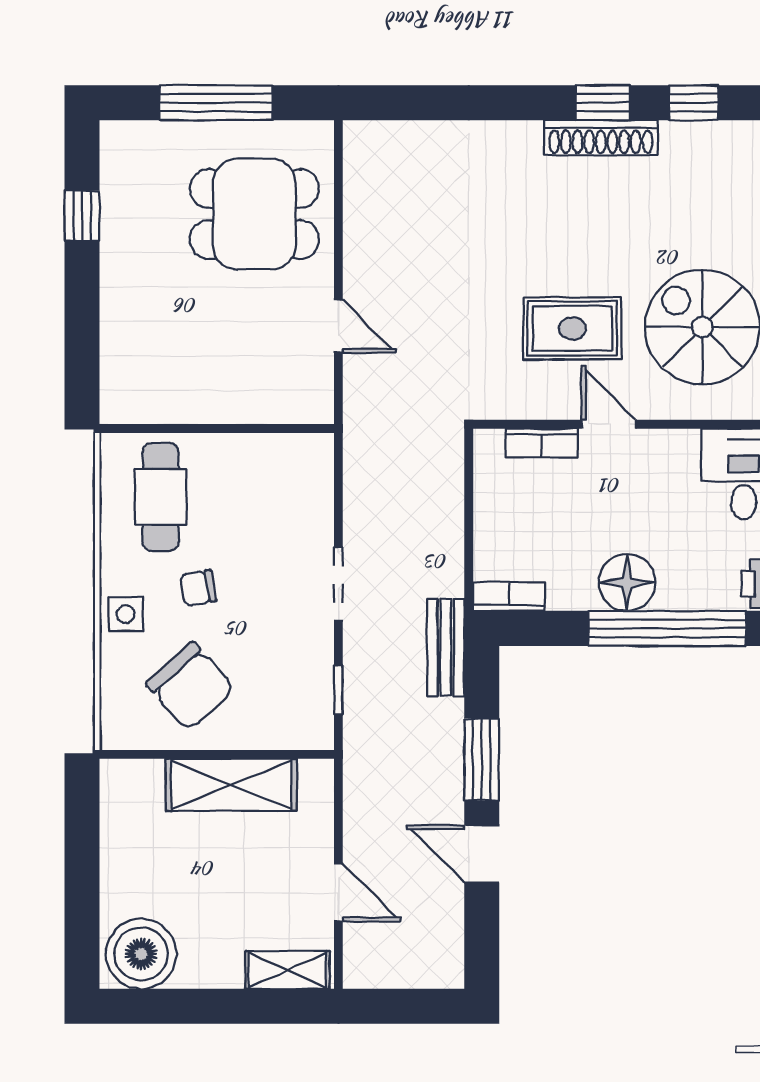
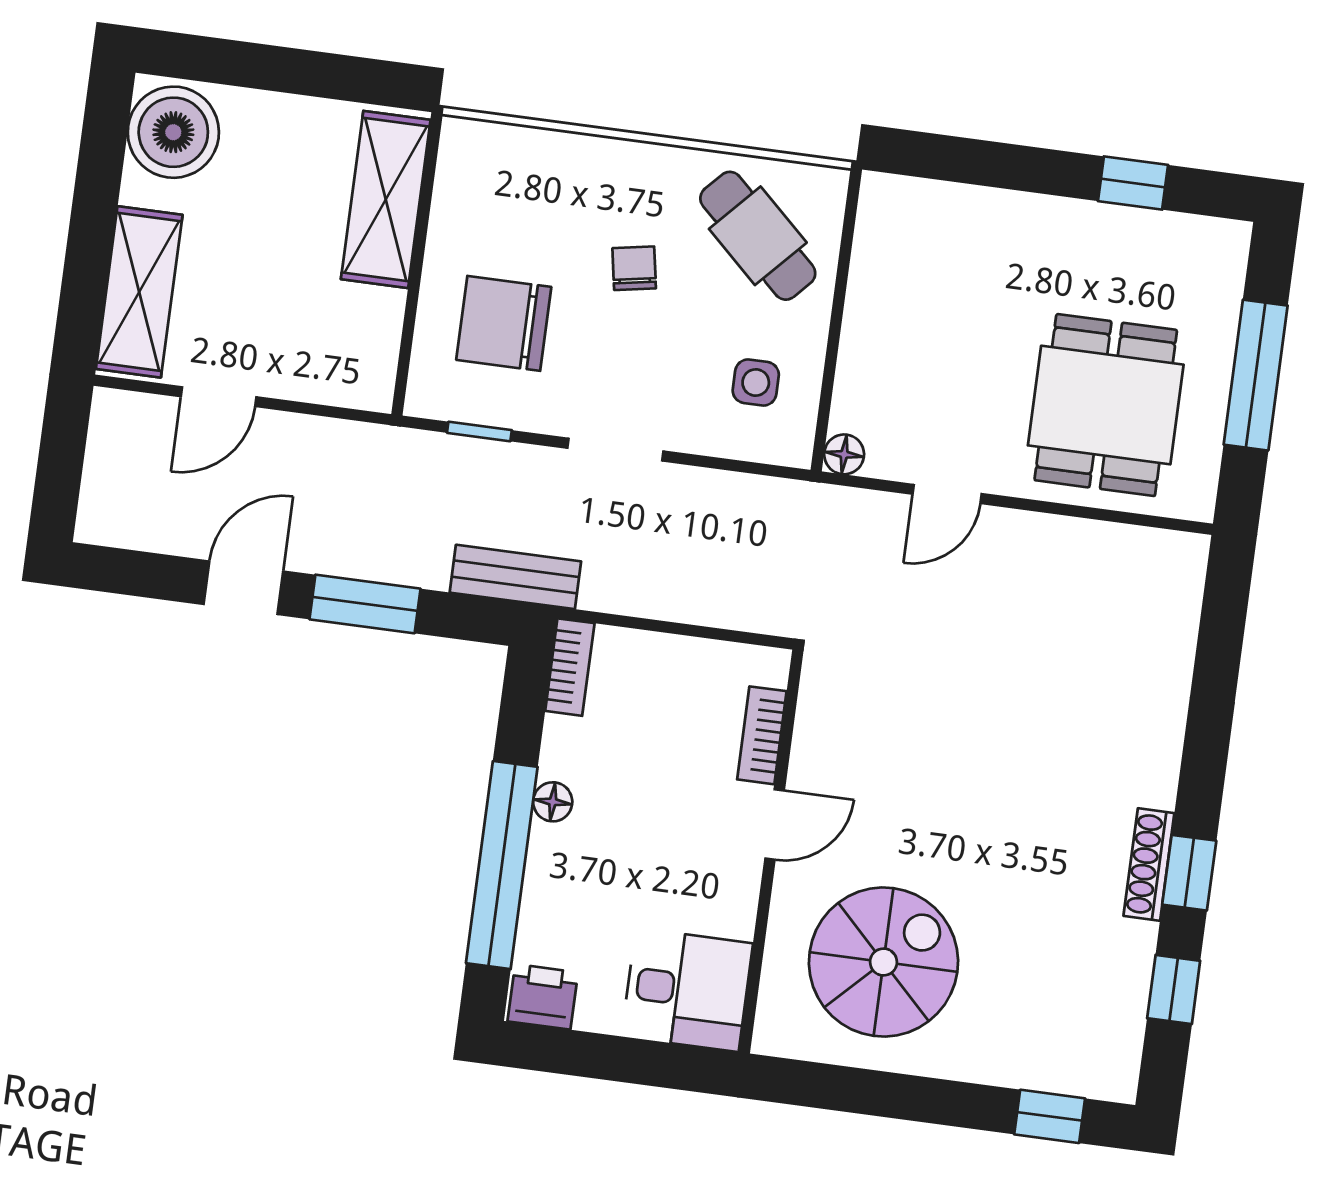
shoe rack: (601, 138) -> (1149, 864), width x0.74, depth x0.81
rug: (573, 328) -> (904, 795), removed
floor lamp: (319, 409) -> (844, 454), added
cafe table: (161, 497) -> (758, 236), turned 43
floor lamp: (627, 583) -> (553, 802), width x0.53, depth x0.53
side table: (126, 614) -> (756, 382), moved
chair: (191, 686) -> (504, 323), moved, turned 42
shelving: (231, 785) -> (386, 199), moved
shelving: (288, 970) -> (139, 292), width x1.50, depth x1.33

